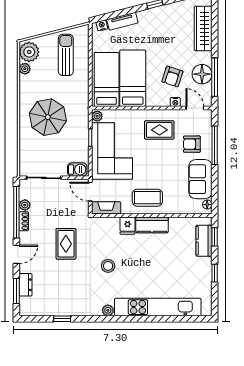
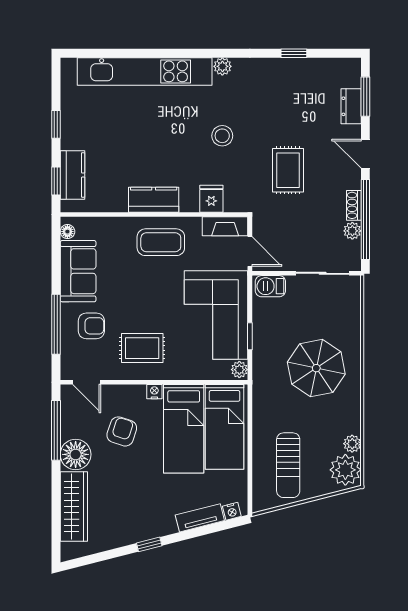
floor lamp: (202, 74) -> (76, 454), moved
nightstand: (175, 102) -> (154, 392), moved
fridge: (128, 226) -> (211, 199), moved
door: (16, 254) -> (365, 154), hinge flipped

